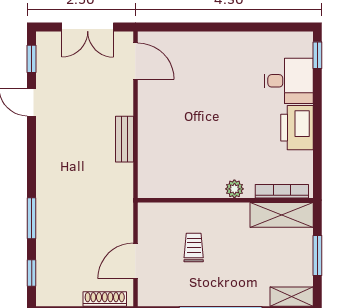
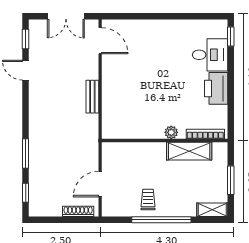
shelving: (282, 215) -> (189, 151), moved
trolley: (194, 247) -> (148, 199), moved

